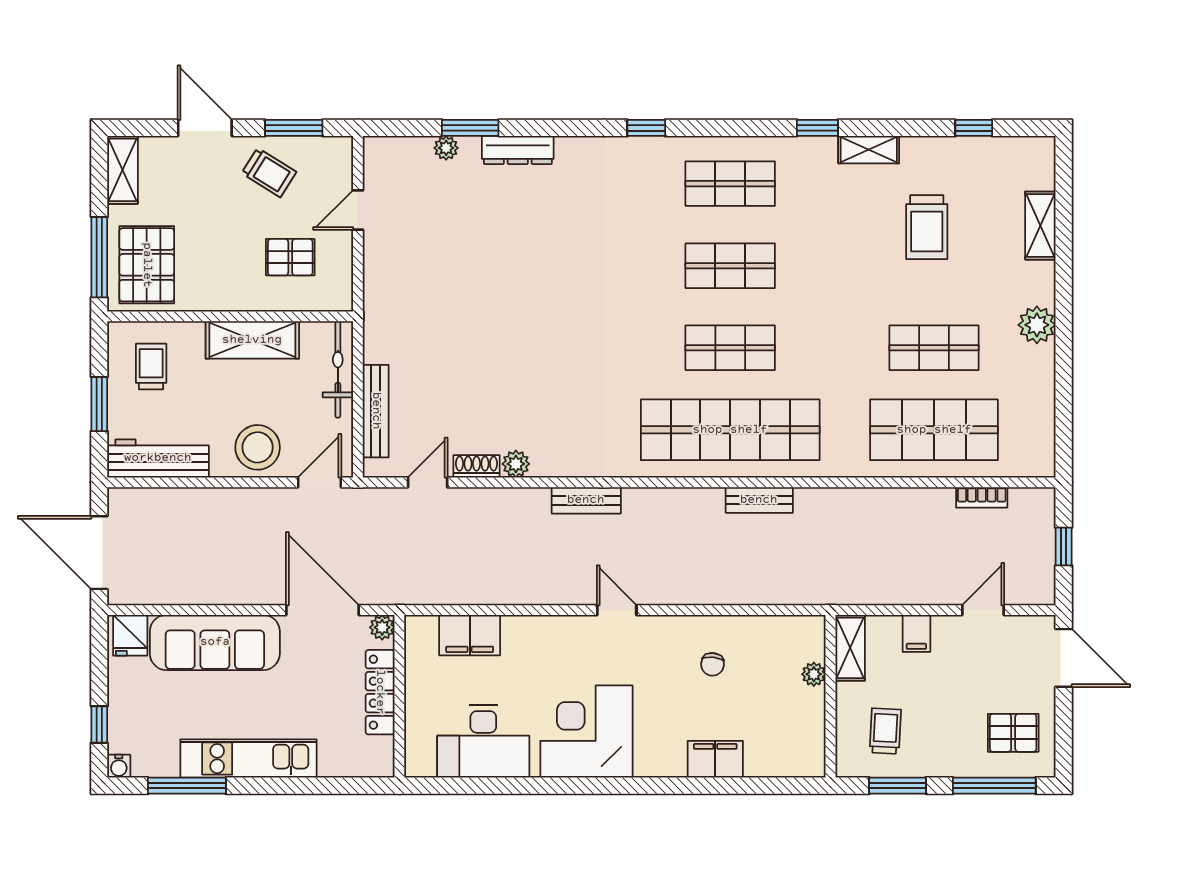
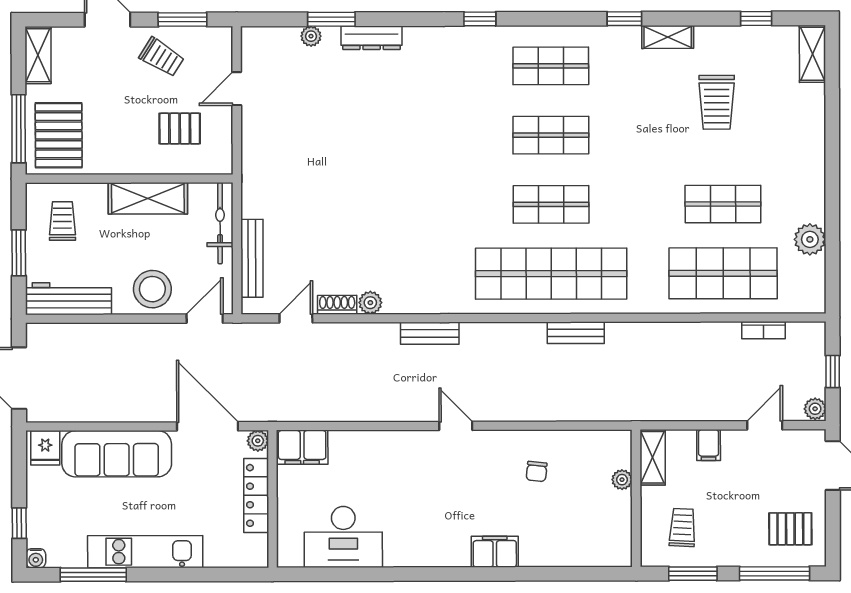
shelving: (1040, 226) -> (812, 54), moved
plant: (1037, 325) -> (810, 239), moved
plant: (1043, 591) -> (815, 409), added
filing cabinet: (470, 635) -> (302, 447), moved
corner desk: (586, 732) -> (430, 528), removed
filing cabinet: (715, 759) -> (495, 552), moved

